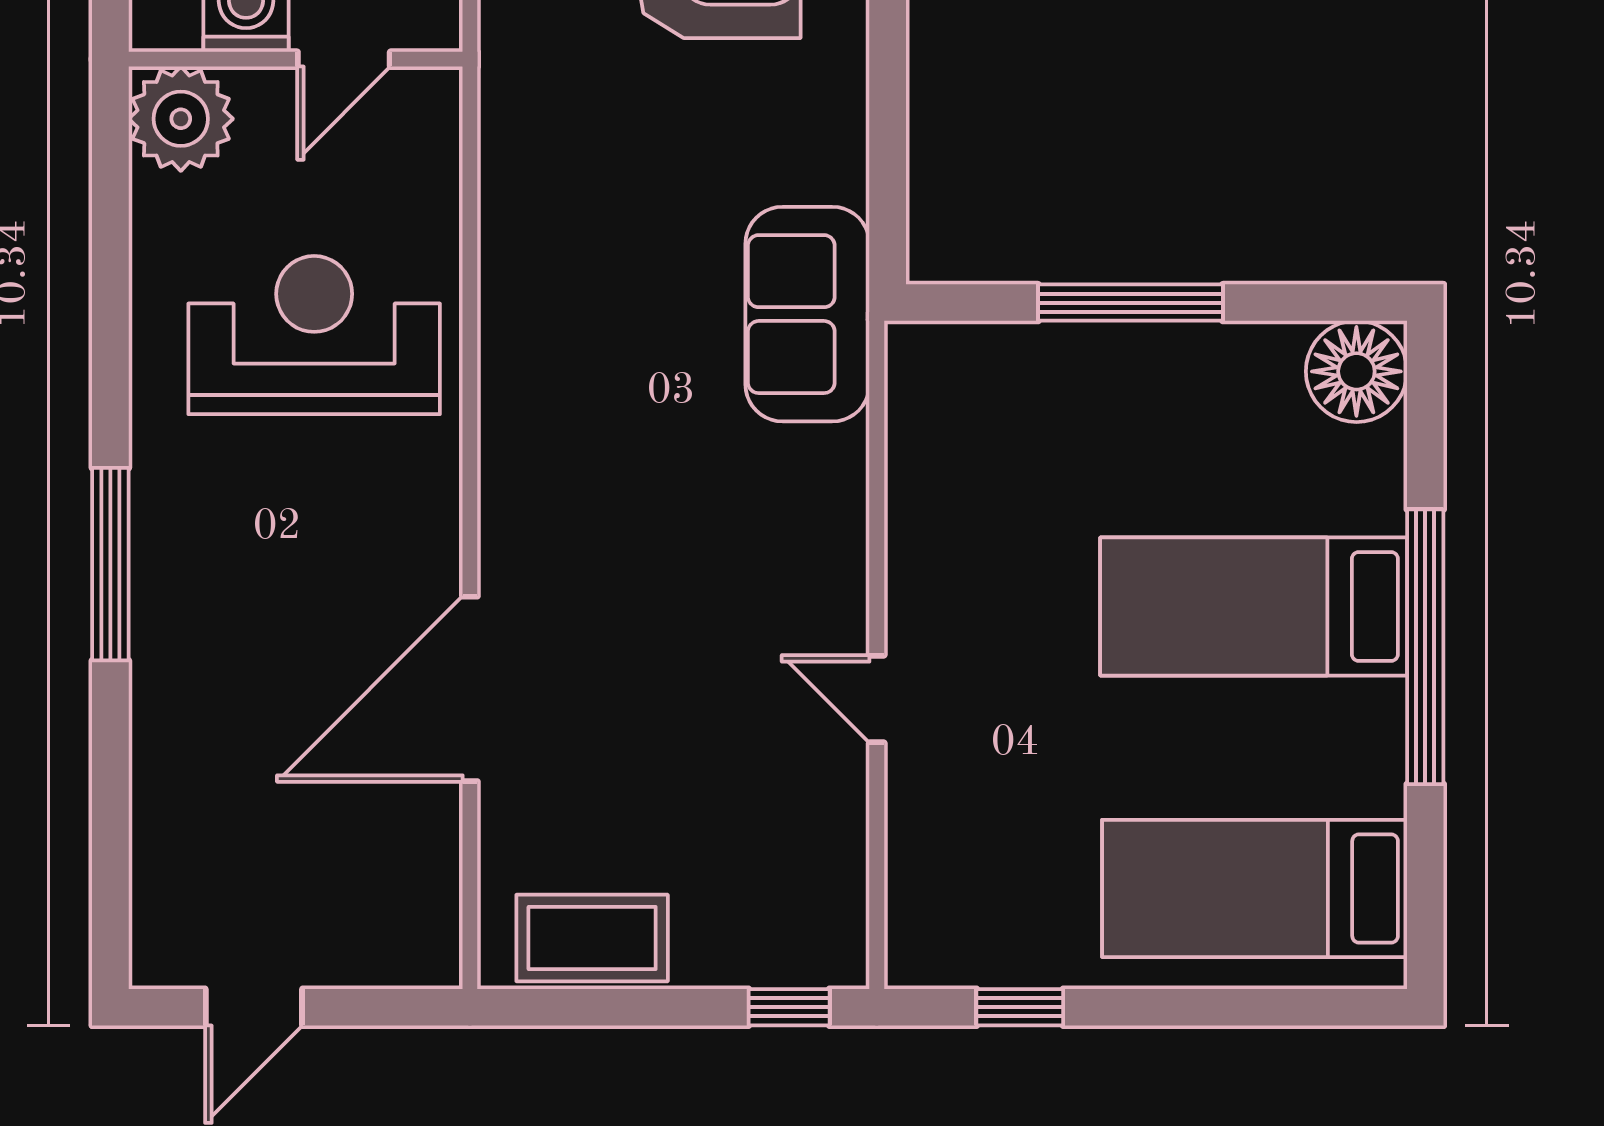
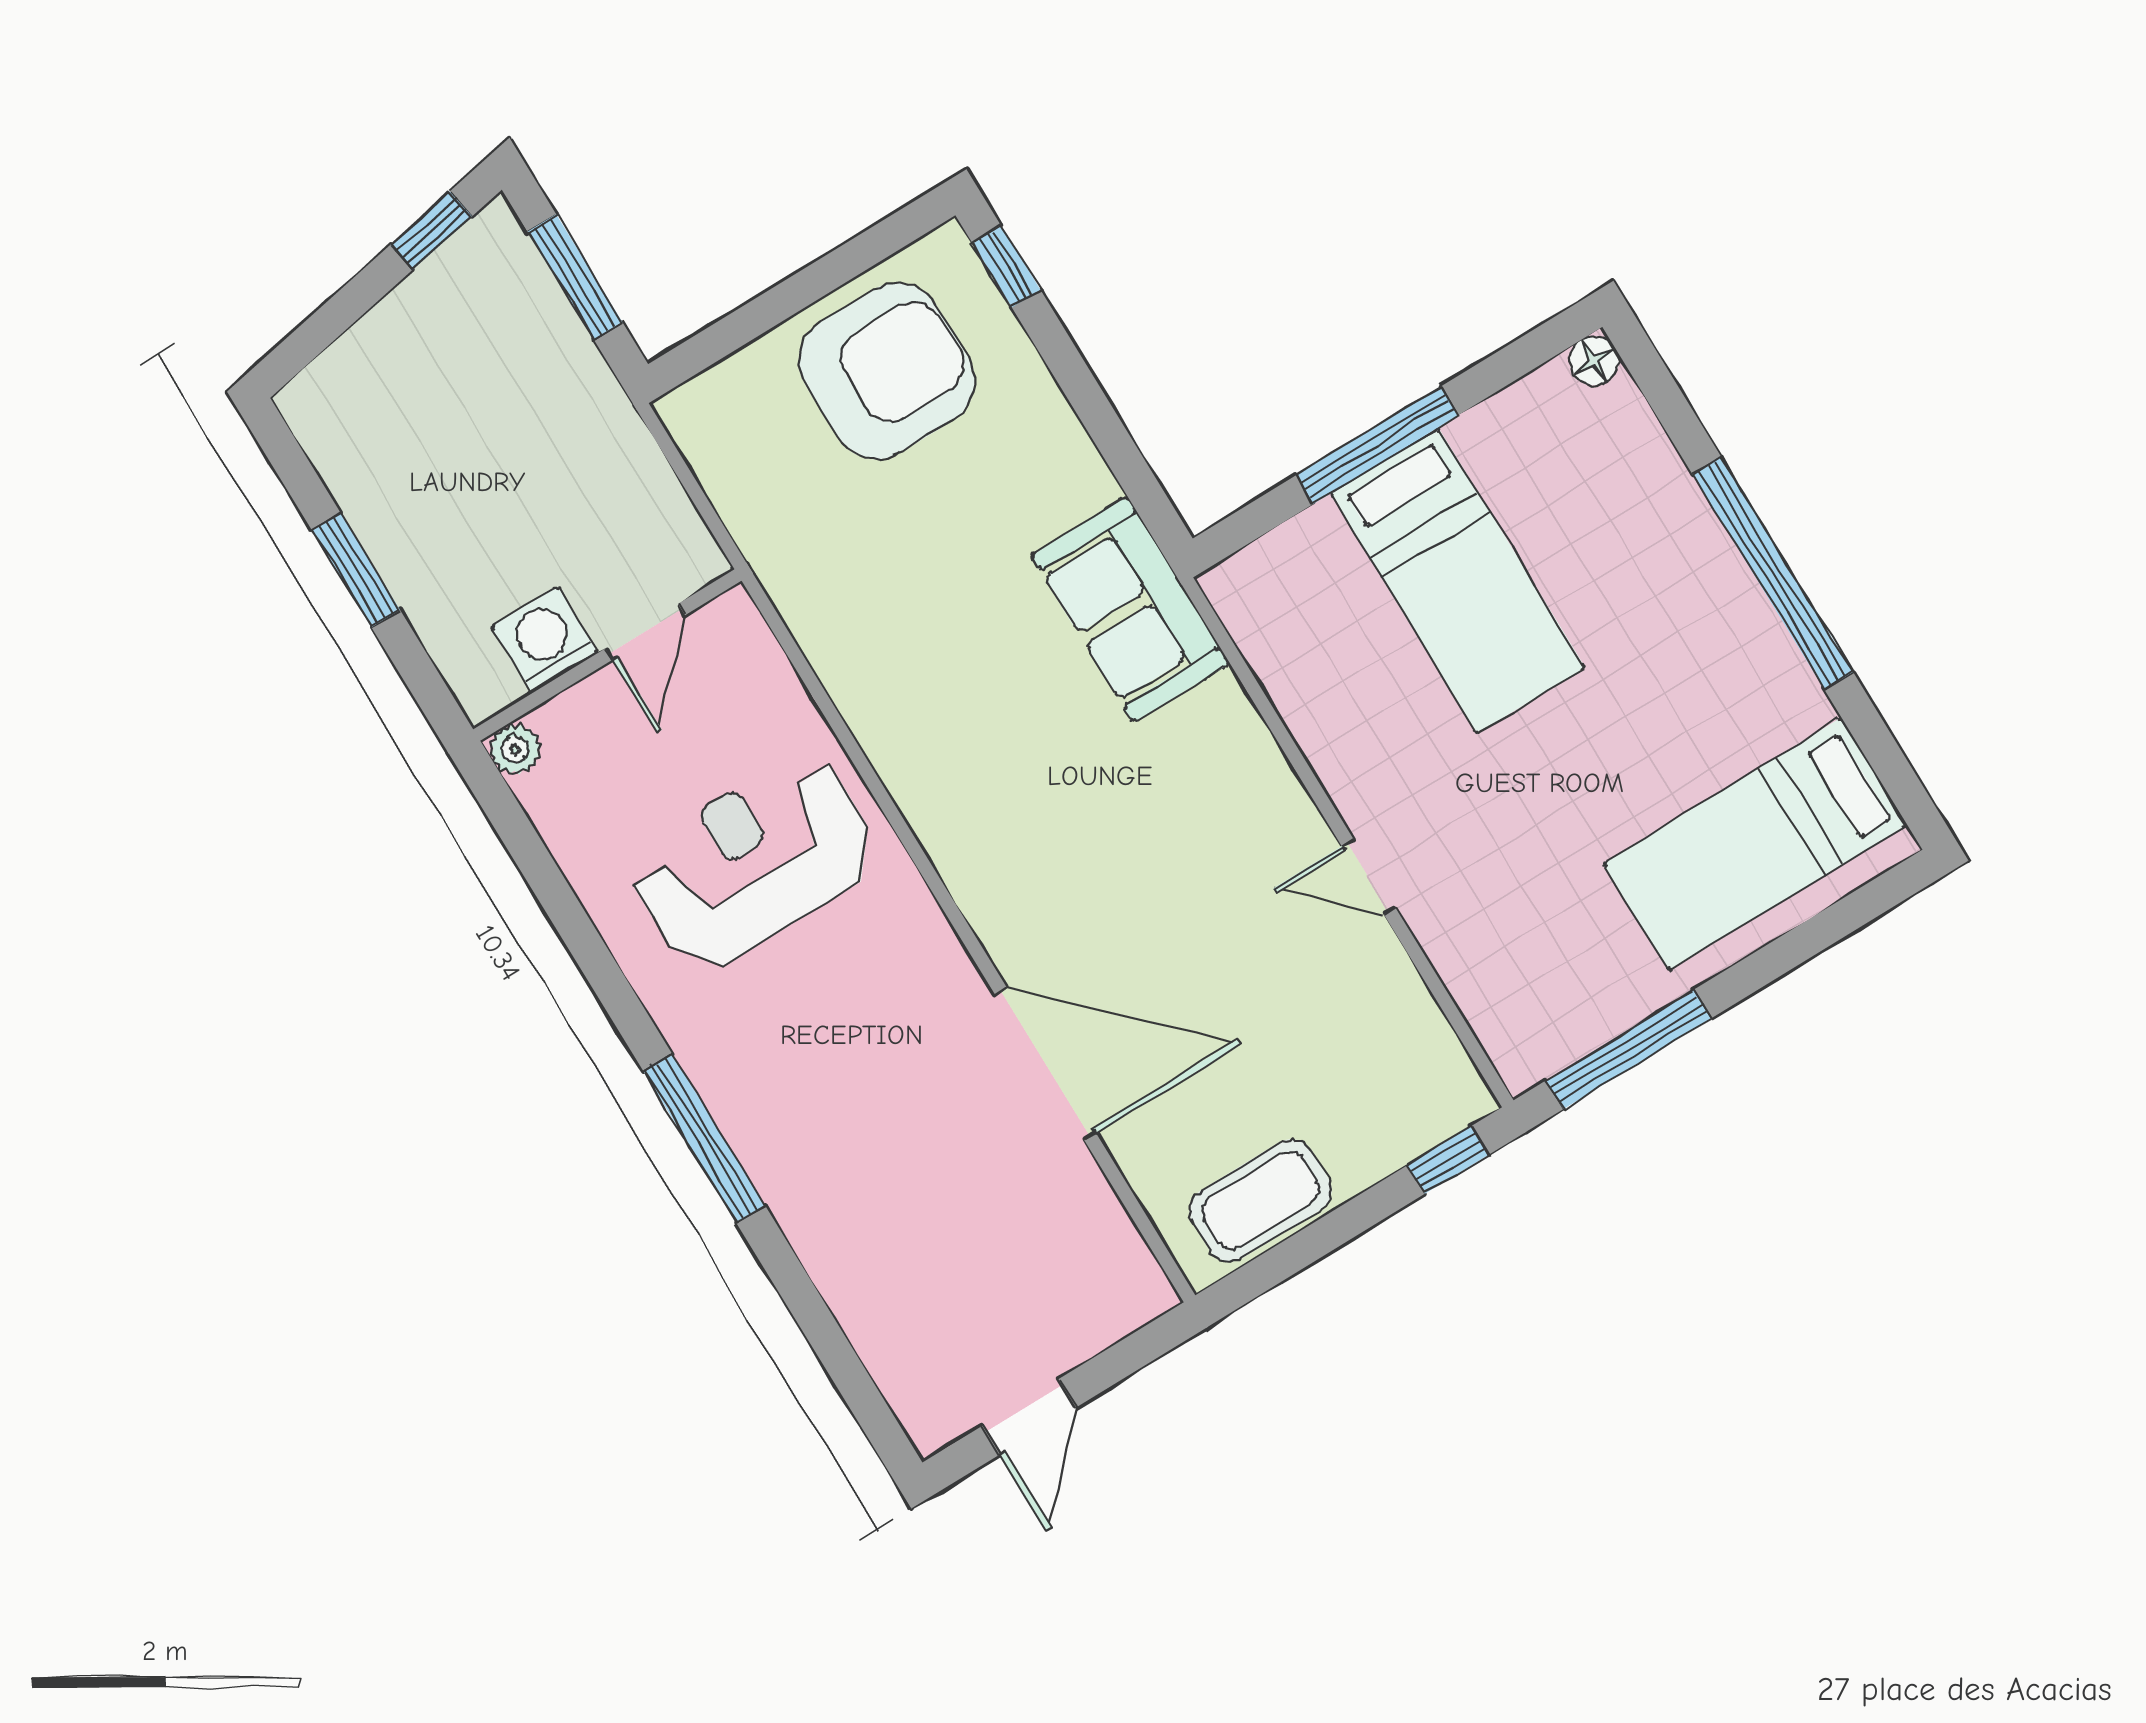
plant: (181, 119) -> (515, 749), width x0.53, depth x0.53
floor lamp: (1356, 371) -> (1594, 361), width x0.53, depth x0.53
bed: (1254, 606) -> (1458, 581), moved, turned -90
door: (470, 689) -> (1046, 1064), swing flipped
window: (1020, 1007) -> (1628, 1050), width x2.17

